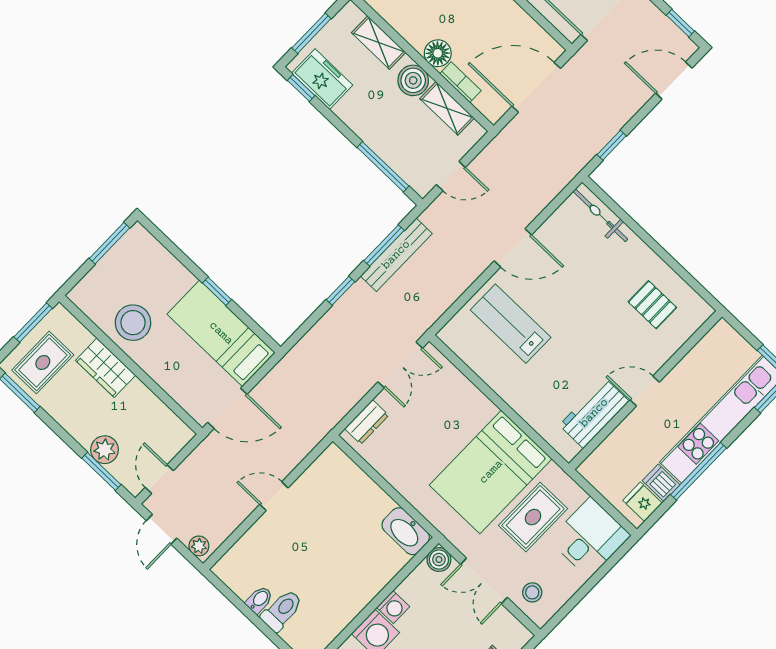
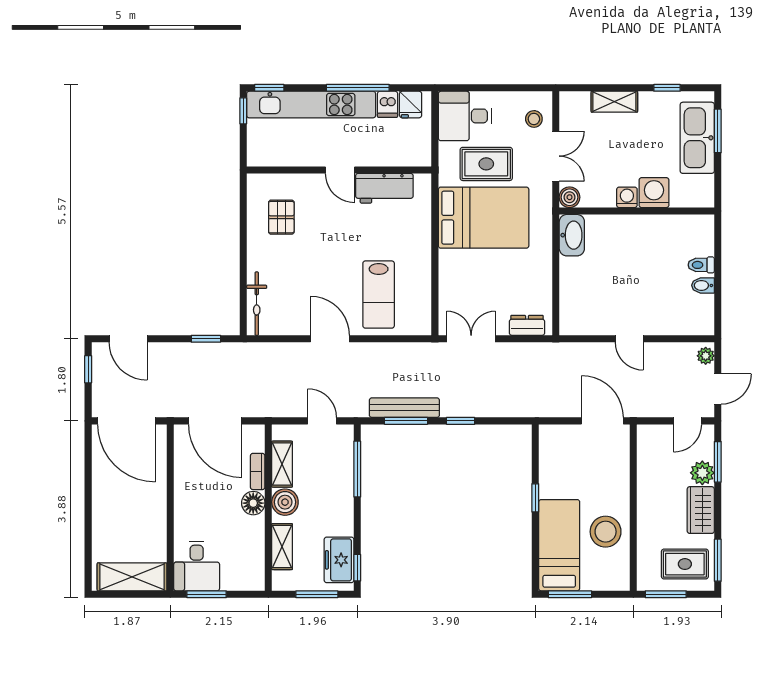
bed: (221, 333) -> (559, 545), moved, turned 180
wardrobe: (106, 368) -> (701, 510), moved, turned 180
toilet: (282, 610) -> (701, 265), width x0.73, depth x0.72

